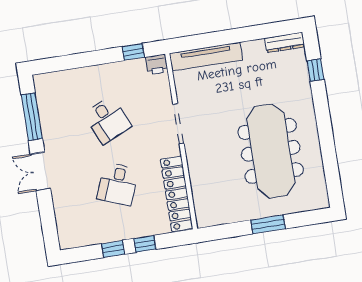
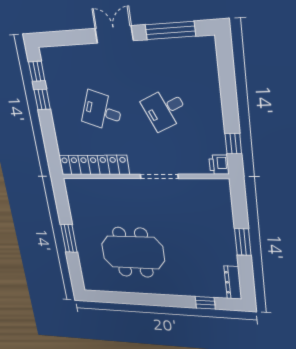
window: (236, 36) -> (243, 242), added
tv unit: (206, 57) -> (224, 212), removed
meeting table: (271, 151) -> (133, 252), width x0.73
window: (145, 244) -> (37, 71), moved

